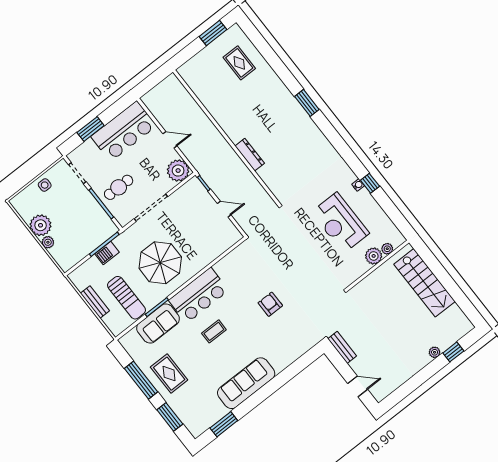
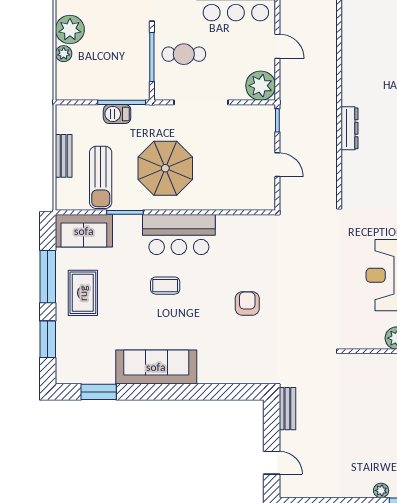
sofa: (158, 323) -> (84, 231), moved

